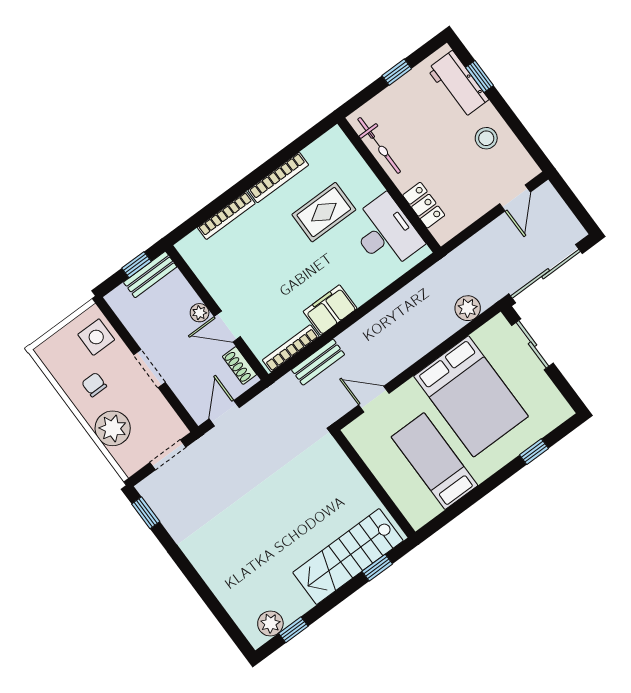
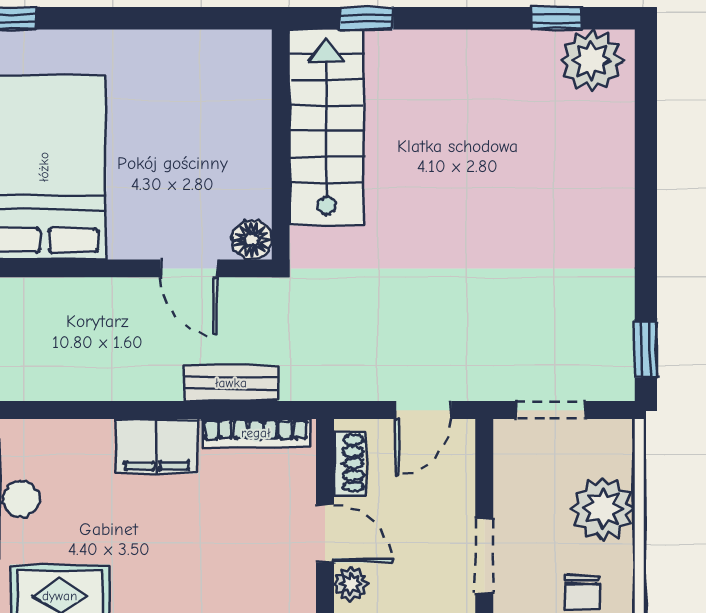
floor lamp: (356, 432) -> (252, 240), added
bed: (434, 461) -> (168, 112), removed
stairs: (348, 557) -> (326, 127), moved, turned -90
plant: (270, 623) -> (592, 61), width x1.36, depth x1.36

